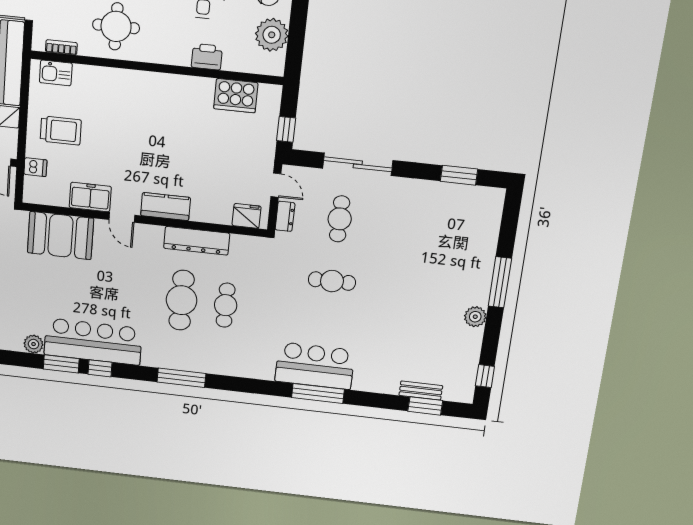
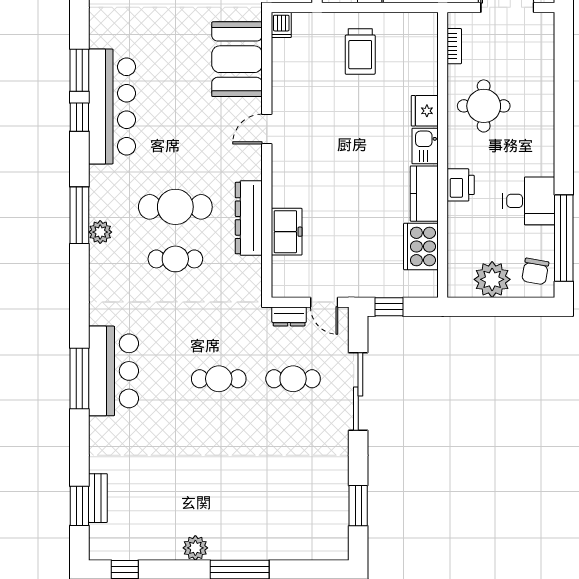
printer: (207, 57) -> (461, 185), moved
kitchen sink: (56, 73) -> (425, 146), moved
dishwasher: (35, 167) -> (281, 25), moved
door: (276, 185) -> (324, 302), hinge flipped
freezer: (90, 197) -> (287, 232), moved
kitchen counter: (166, 207) -> (424, 194), moved, turned 180
fridge: (247, 216) -> (425, 111), moved, turned 180
cafe table: (332, 281) -> (219, 379), turned 90
plant: (34, 344) -> (100, 232), moved

